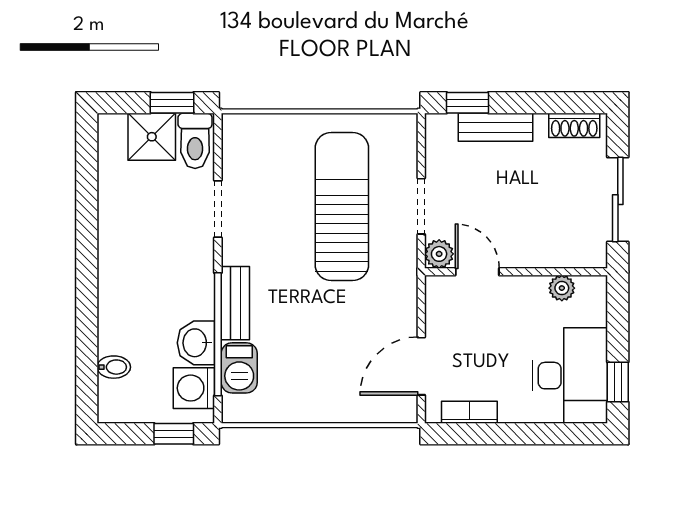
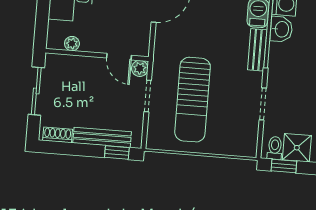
bench: (496, 127) -> (102, 137), width x1.36
toilet: (195, 141) -> (275, 148), width x0.73, depth x0.72

